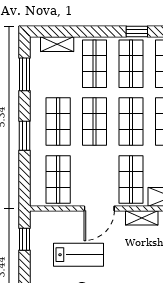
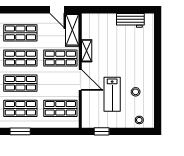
window: (25, 136) -> (20, 131), moved
lab bench: (78, 255) -> (112, 94), turned 180

